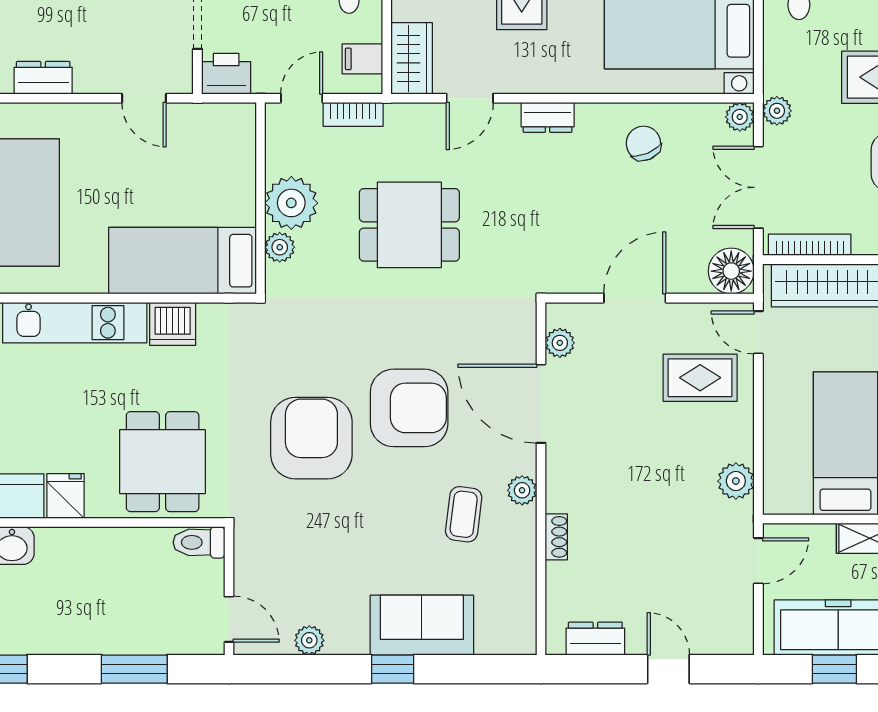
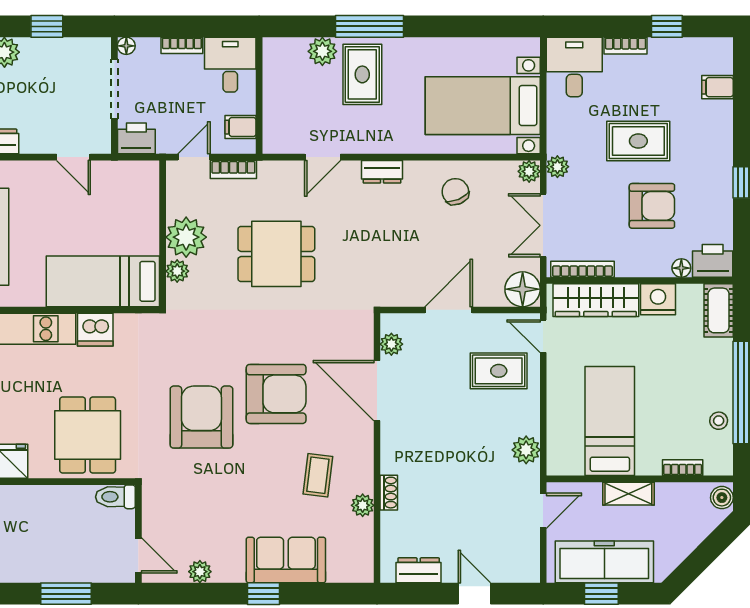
wardrobe: (412, 58) -> (278, 127), removed
plant: (522, 490) -> (363, 505), moved

